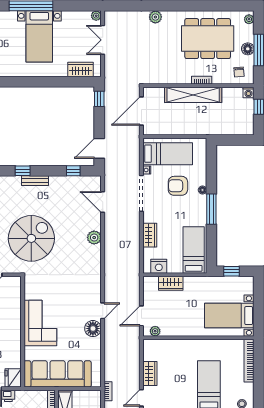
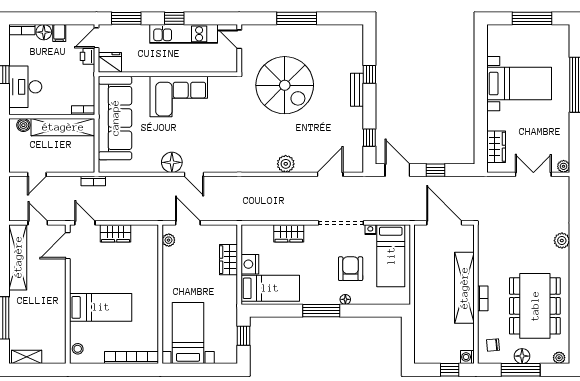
bed with nightstands: (39, 36) -> (519, 84), moved, turned 180
window: (99, 99) -> (435, 170), moved
nightstand: (159, 266) -> (250, 264), moved

